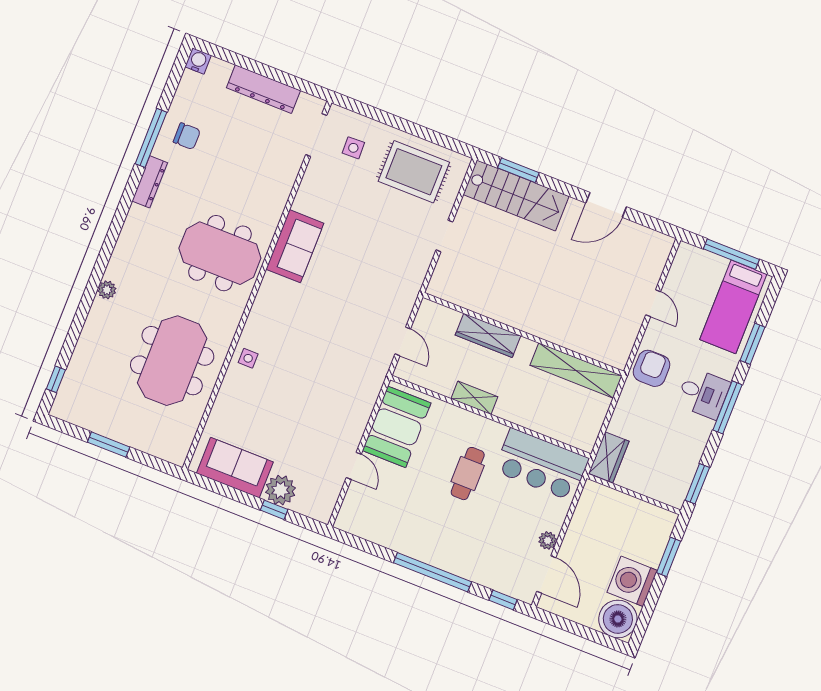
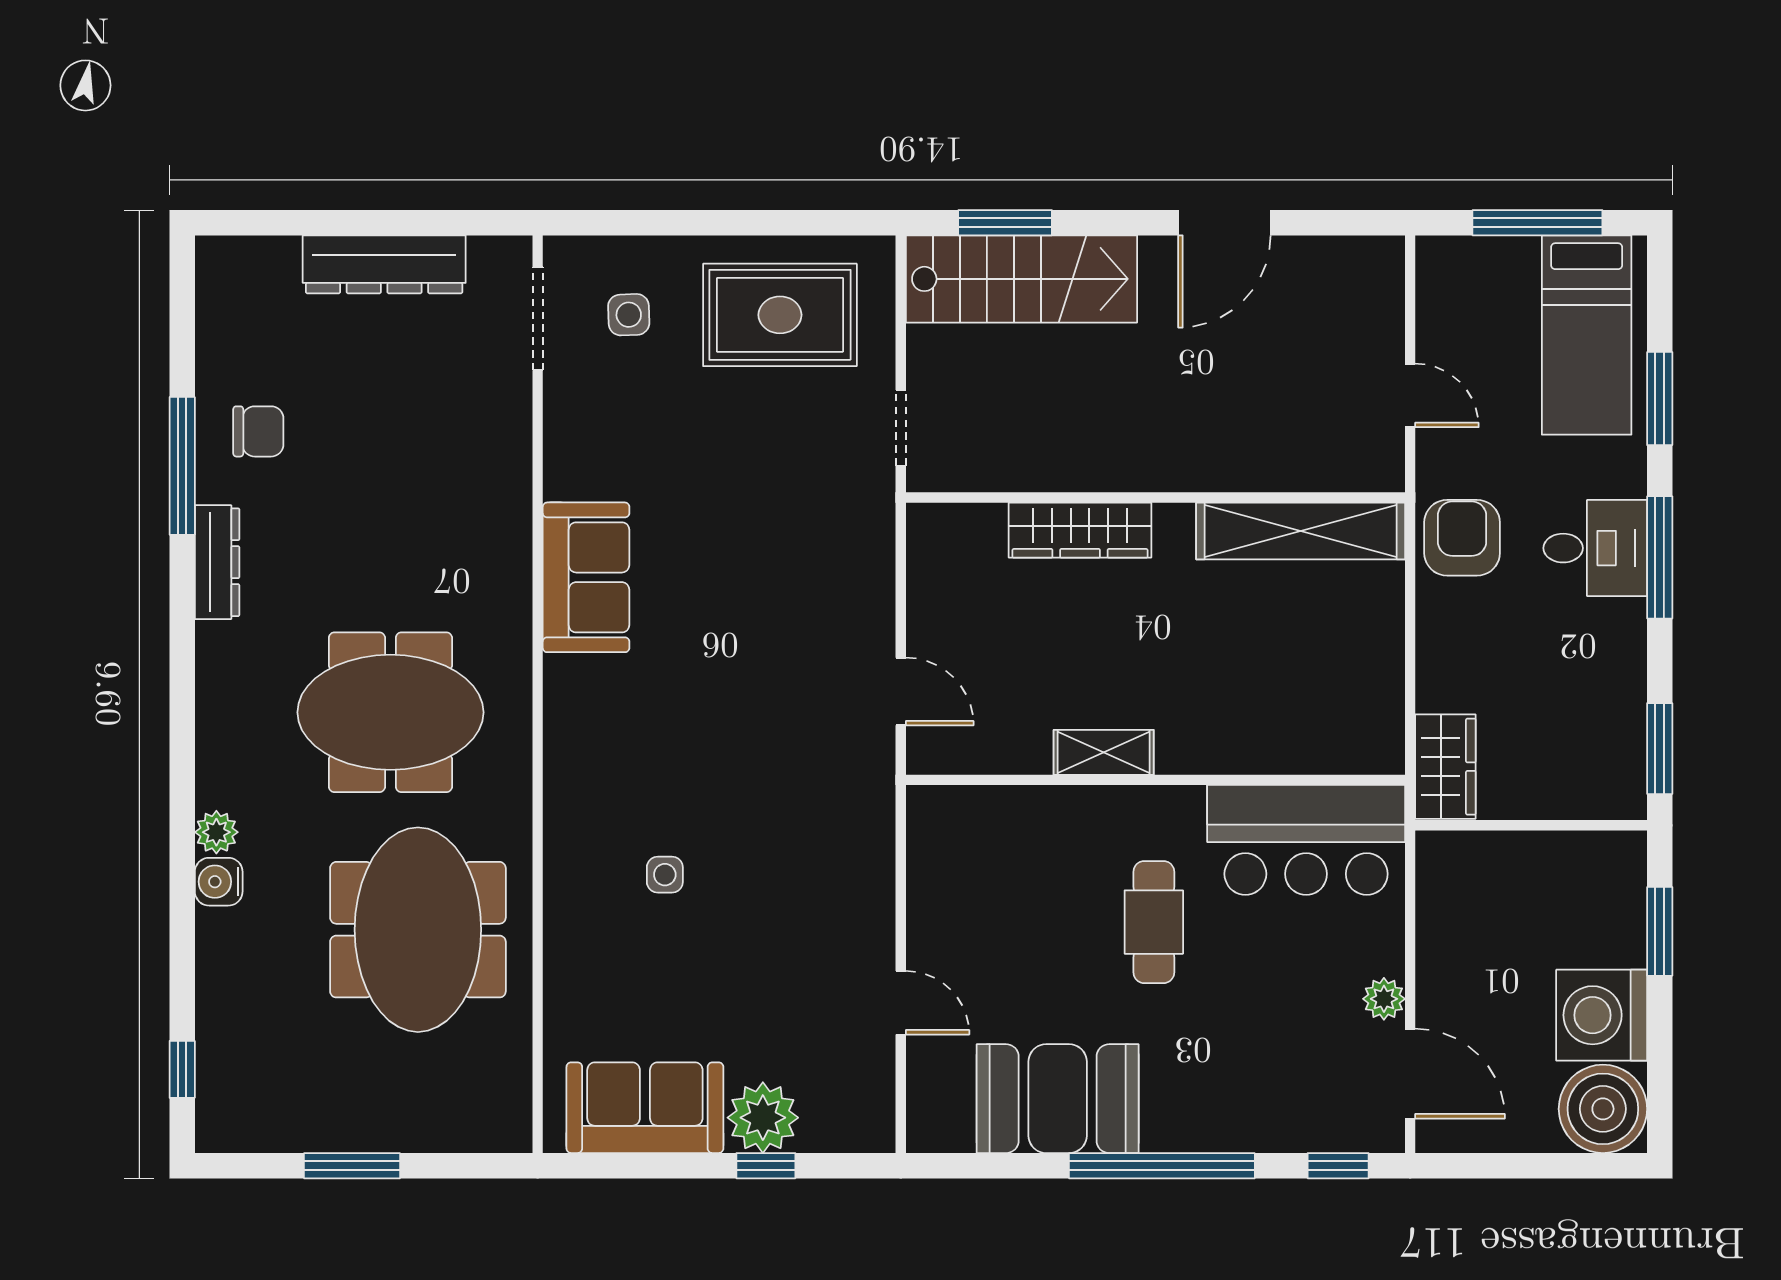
water cooler: (198, 61) -> (219, 882), moved, turned -90
meeting table: (220, 253) -> (390, 712), moved
wall: (523, 334) -> (1155, 497), moved
wardrobe: (488, 335) -> (1080, 530), moved
side table: (248, 358) -> (665, 875), moved
shelving: (576, 370) -> (1301, 531), moved
booth: (397, 427) -> (1058, 1099), moved, turned 90

